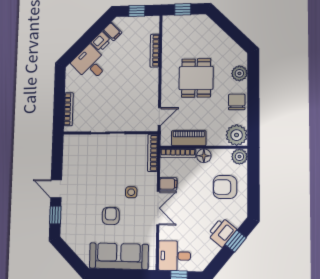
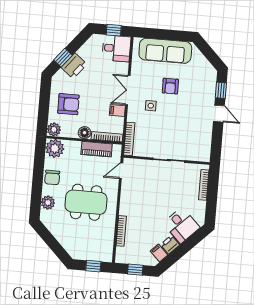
dining table: (196, 78) -> (86, 202), width x1.38

